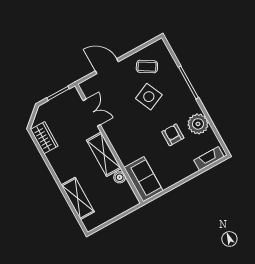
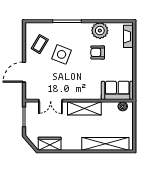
side table: (149, 97) -> (62, 54), turned 45
double door: (92, 113) -> (51, 101), swing flipped
boiler: (120, 177) -> (123, 106), moved
shelving: (78, 198) -> (105, 144), width x1.47

